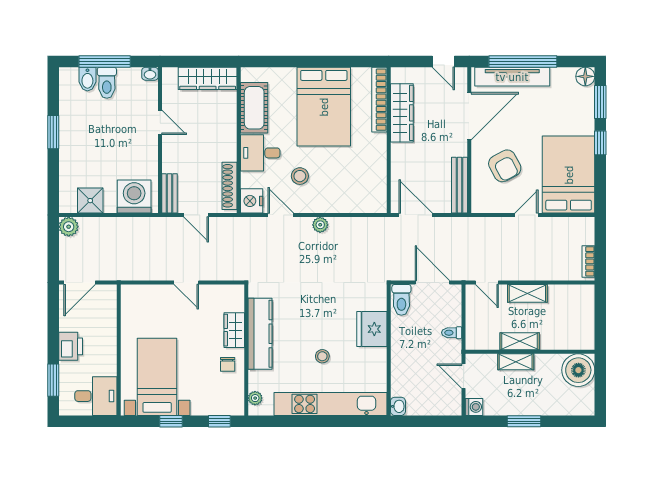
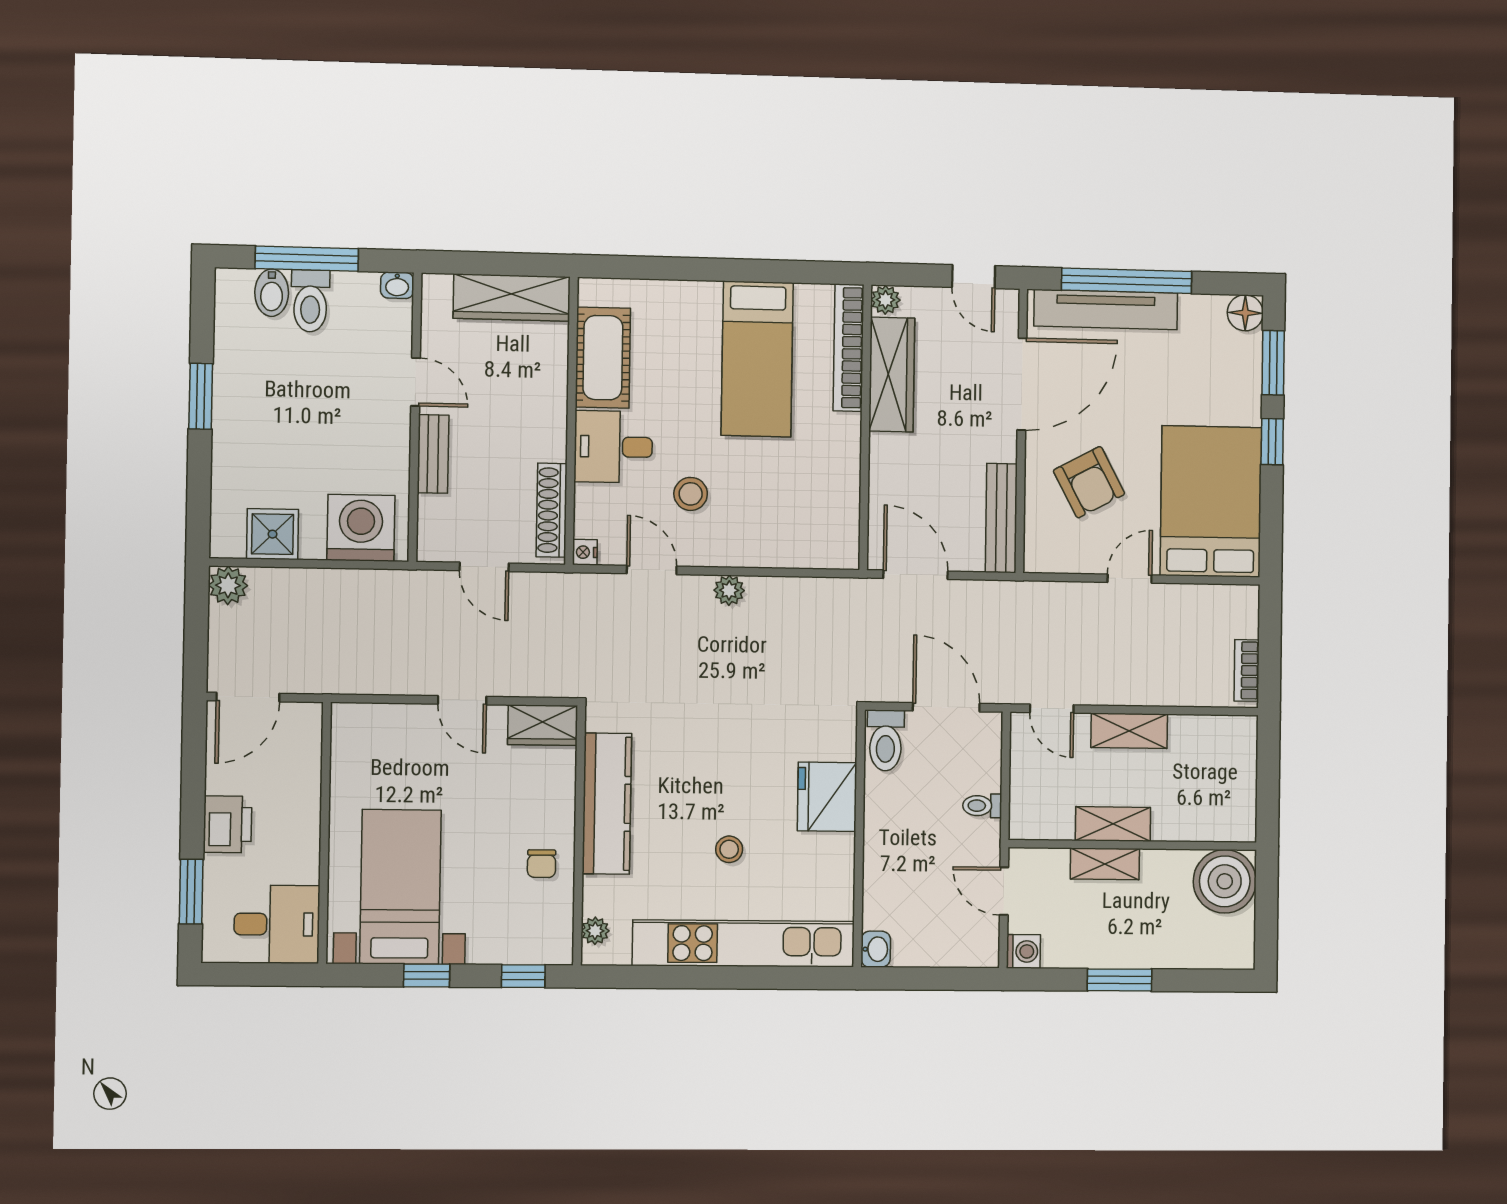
plant: (398, 75) -> (885, 300), added
bed: (324, 107) -> (757, 359), width x0.67
bench: (170, 193) -> (433, 454), moved
nightstand: (252, 201) -> (585, 552), width x0.53, depth x0.56
wardrobe: (234, 330) -> (543, 725), moved, turned -90

